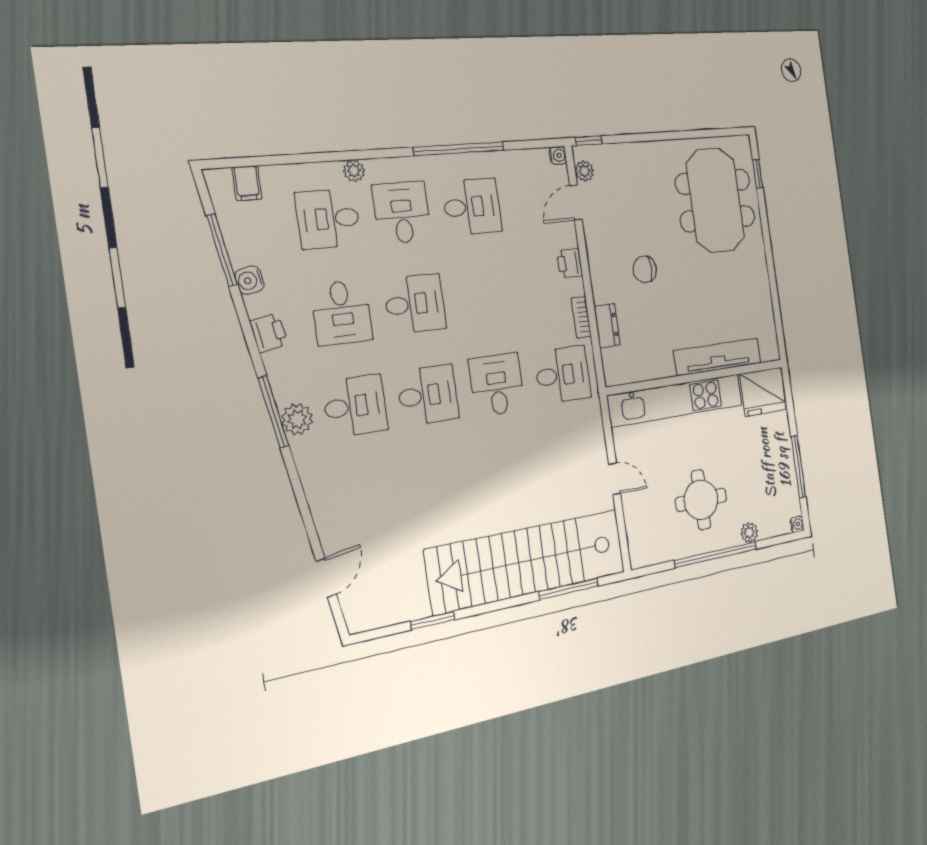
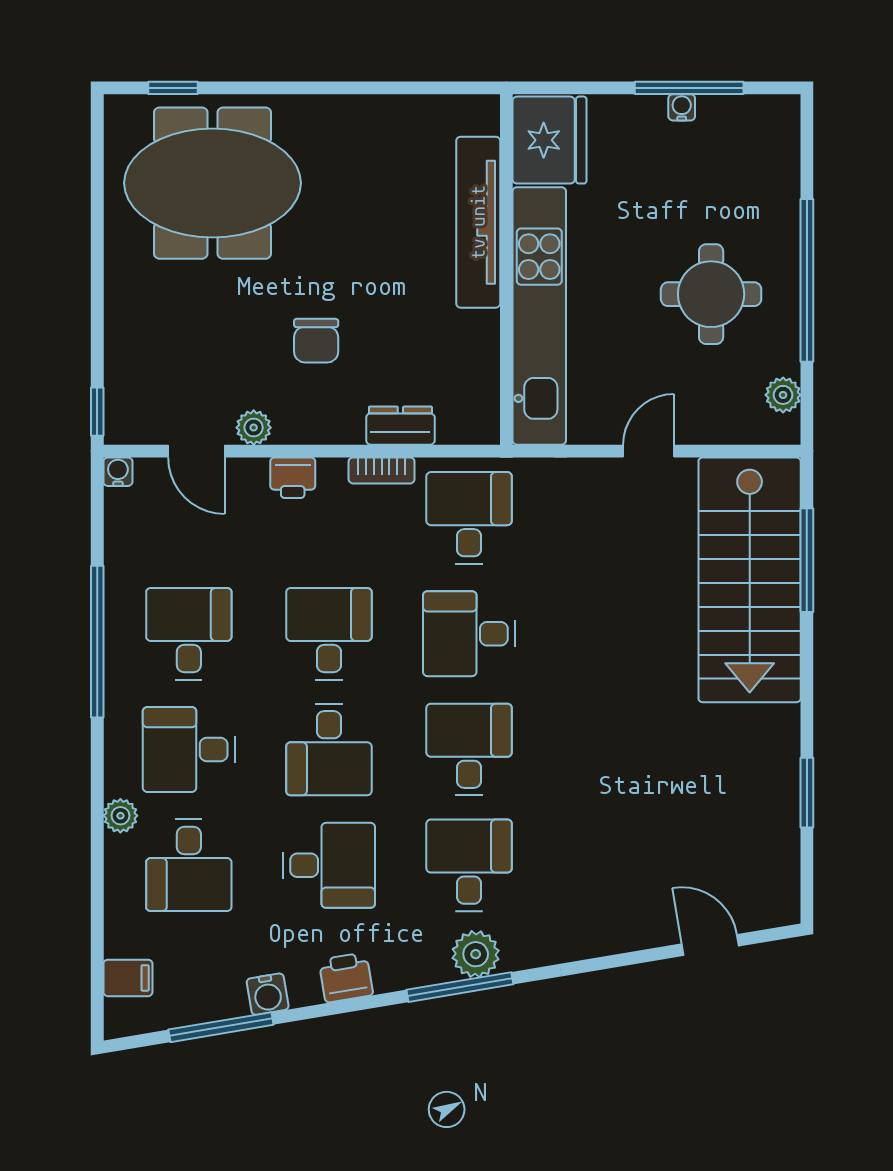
plant: (584, 171) -> (254, 428), moved
desk: (484, 296) -> (329, 634), added
desk: (415, 304) -> (329, 749), turned 180
water cooler: (797, 524) -> (682, 107), moved
plant: (749, 533) -> (783, 395), moved
stairs: (527, 561) -> (750, 580), width x0.73

